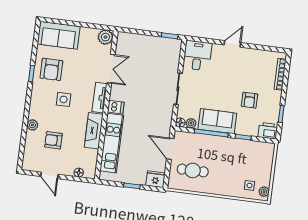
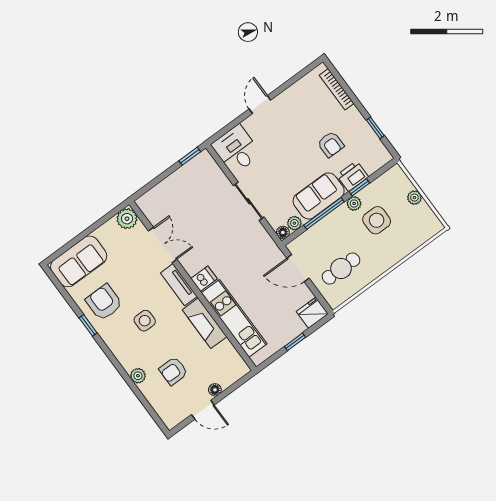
armchair: (51, 69) -> (104, 302), turned 180
printer: (268, 131) -> (353, 176), moved
plant: (232, 143) -> (354, 203), added
floor lamp: (79, 173) -> (215, 390), moved
side table: (249, 185) -> (377, 220), moved, width x1.87, depth x1.87
plant: (264, 192) -> (414, 198), moved

